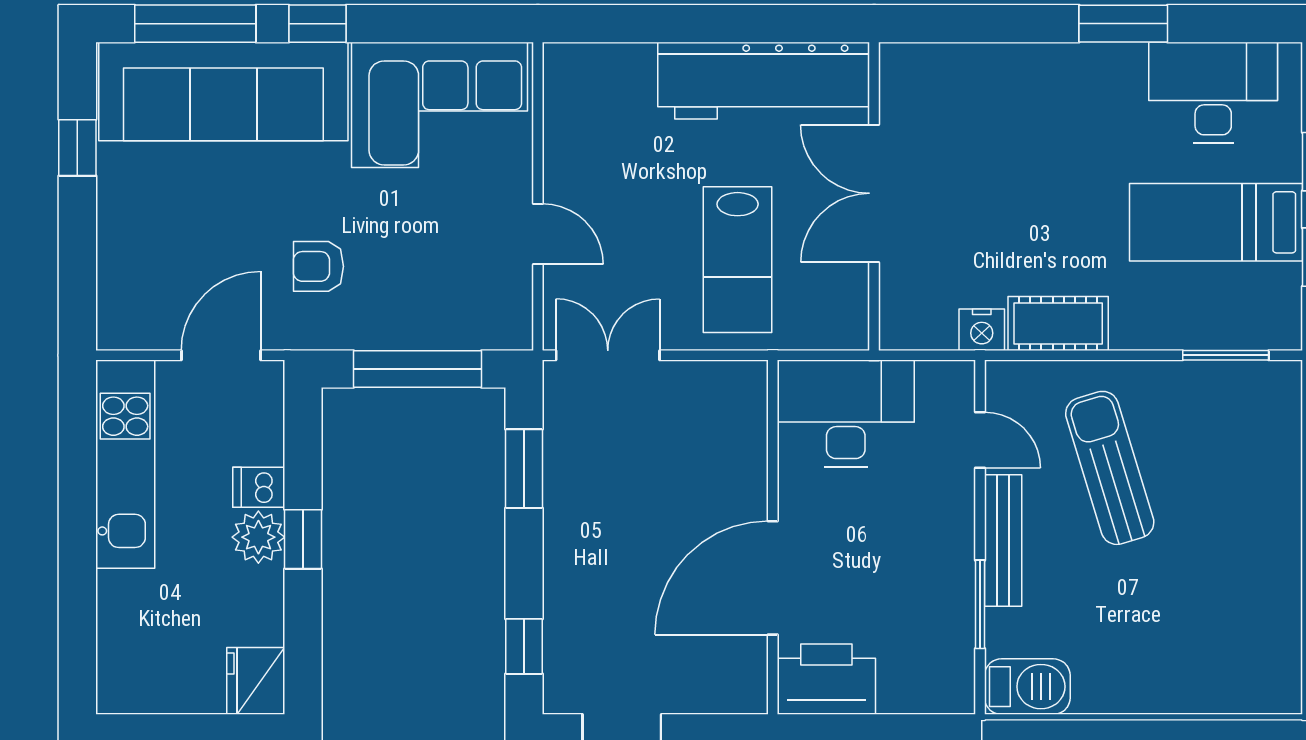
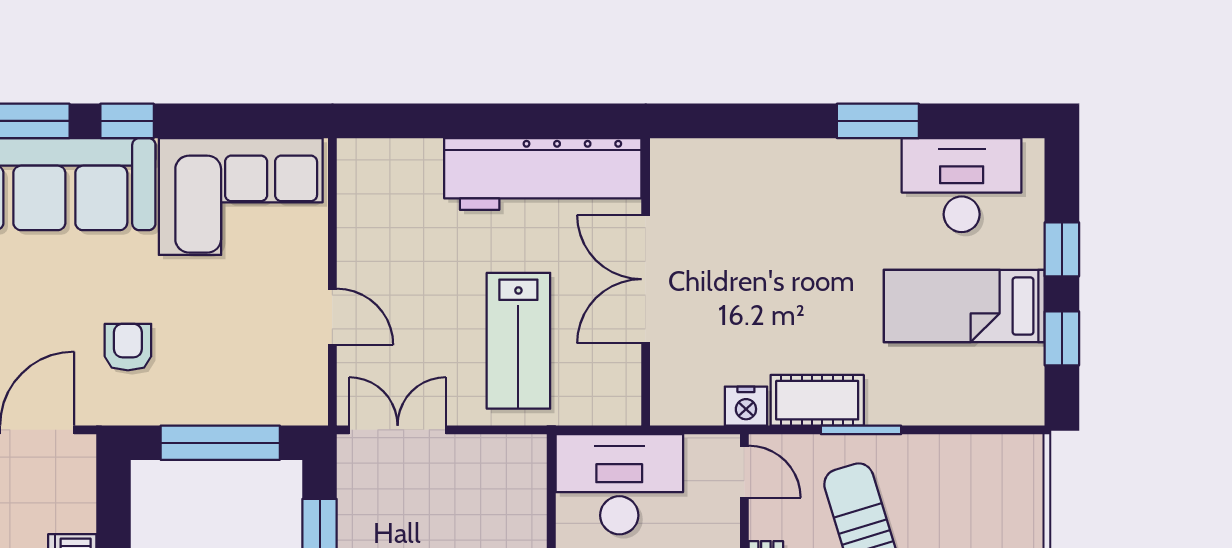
armchair: (318, 266) -> (128, 347), turned 90
window: (1226, 355) -> (861, 430), moved
door: (980, 440) -> (744, 472), moved

